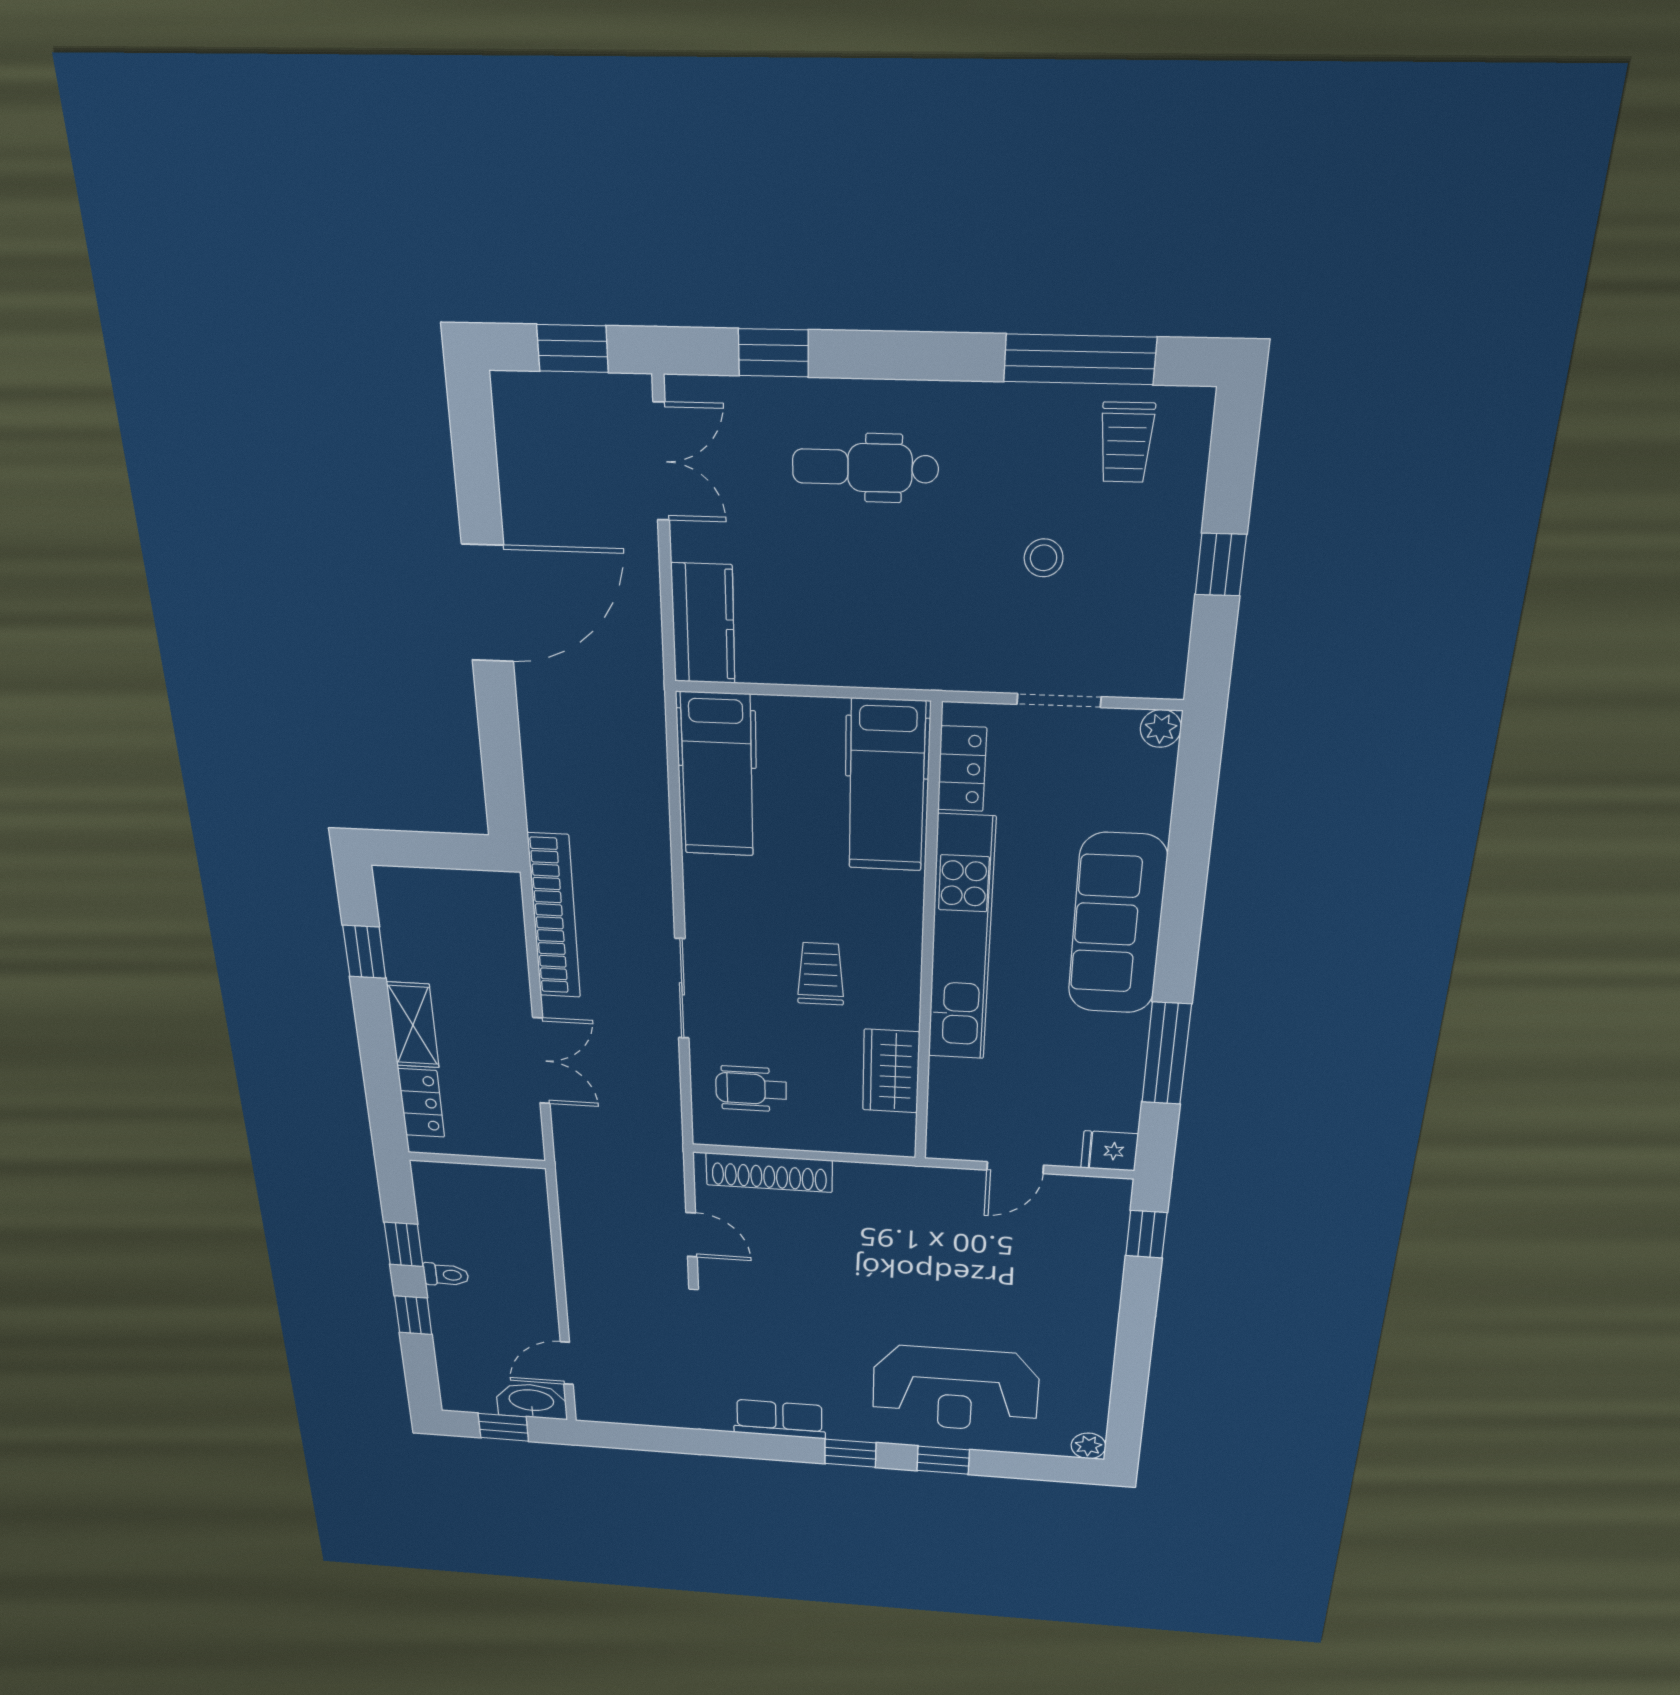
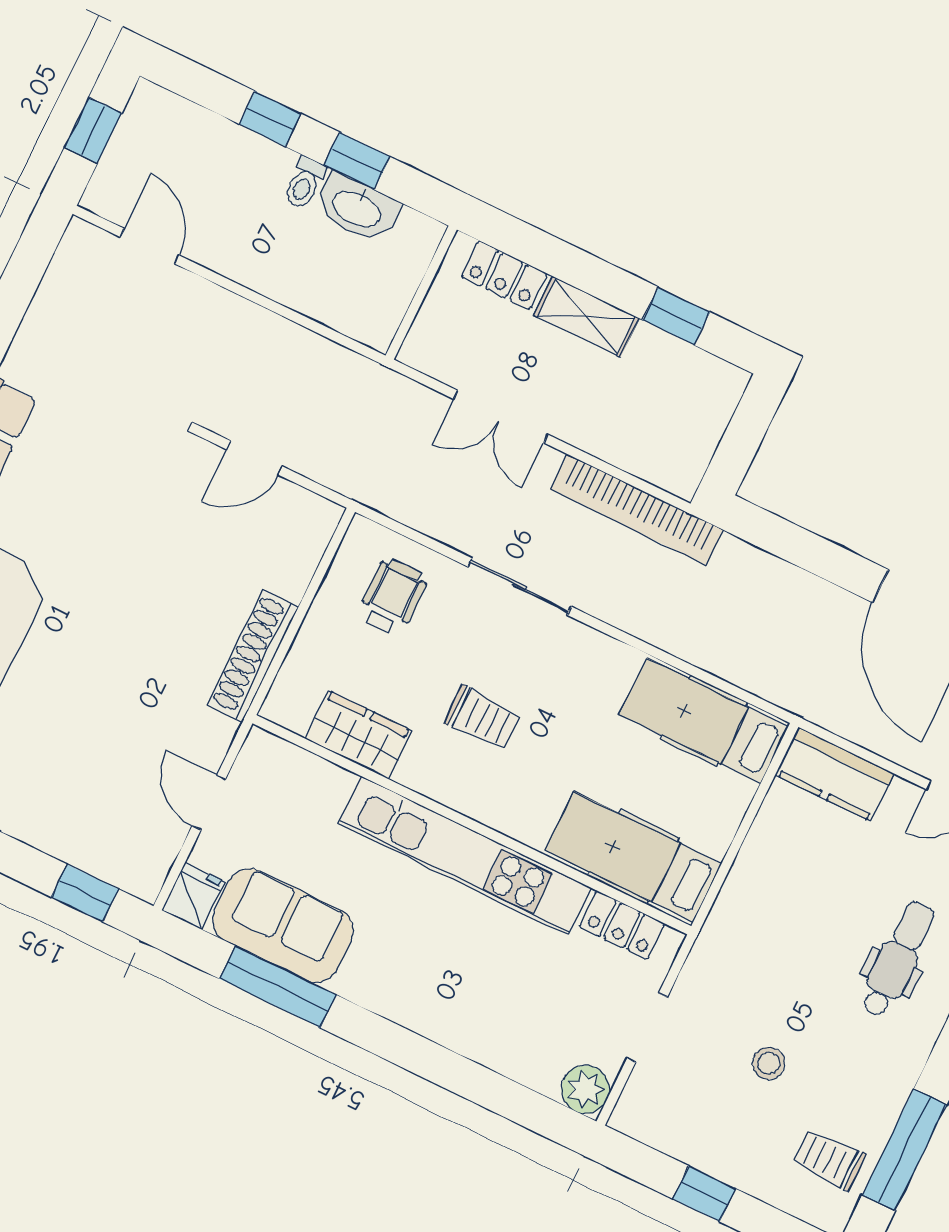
plant: (1161, 728) -> (585, 1089), width x1.38, depth x1.38
sofa: (1117, 925) -> (283, 926), moved, width x0.73
shoe rack: (769, 1173) -> (253, 656), moved
washbasin: (531, 1401) -> (357, 208), moved, turned 90

